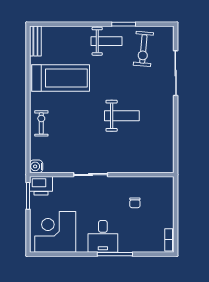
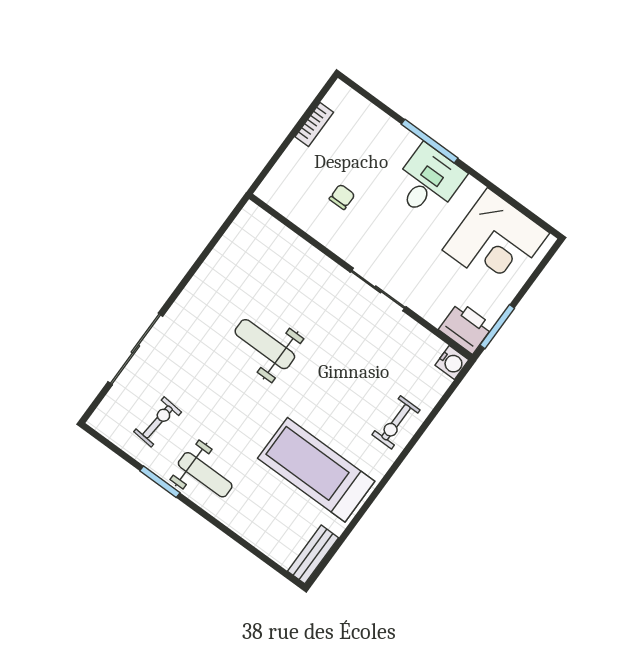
weight bench: (106, 41) -> (205, 475), turned 180
exercise bike: (143, 49) -> (158, 422), width x0.73, depth x0.72
bookcase: (169, 240) -> (314, 124), moved

